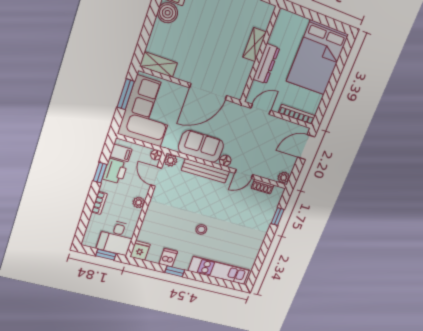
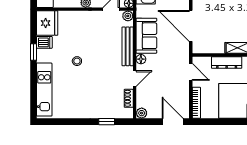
door: (244, 174) -> (135, 79), swing flipped
fridge: (140, 251) -> (47, 23), width x1.88, depth x1.34

